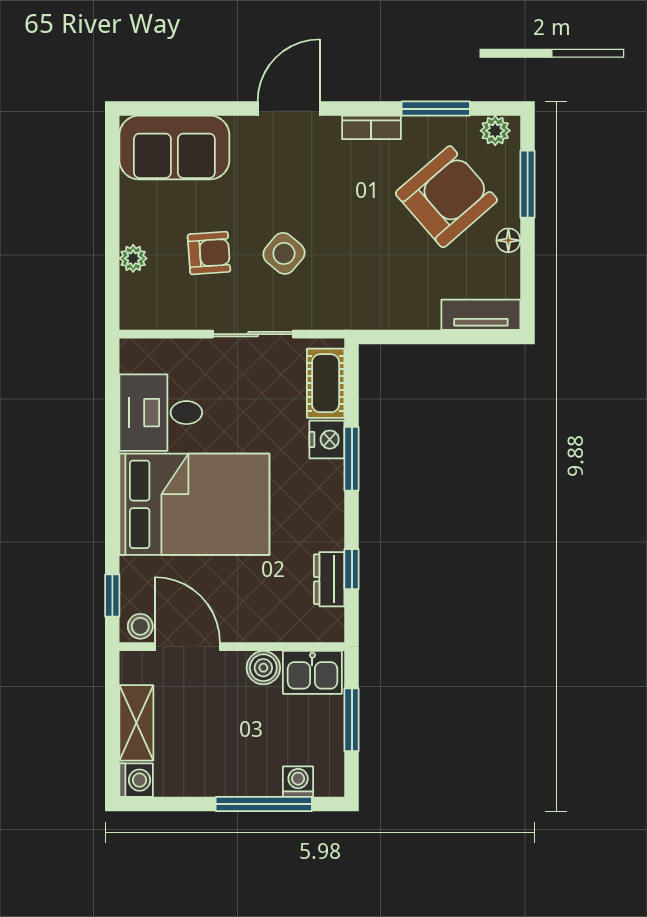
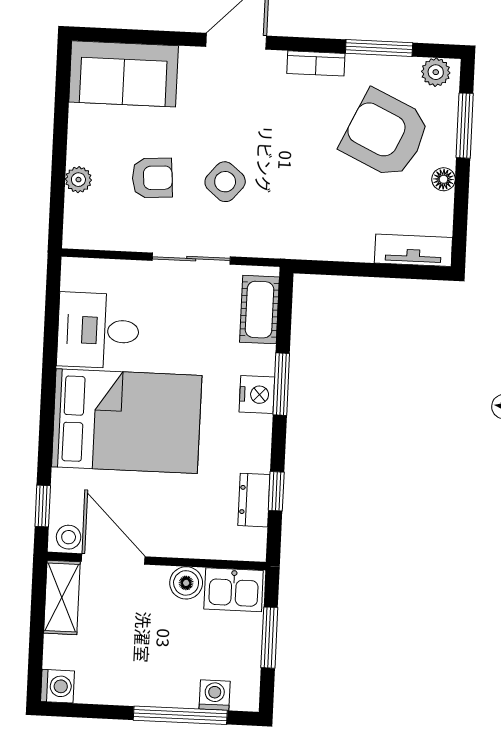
armchair: (446, 197) -> (385, 134), turned -114
nightstand: (327, 440) -> (257, 395), moved
shelving: (136, 723) -> (62, 597), moved

